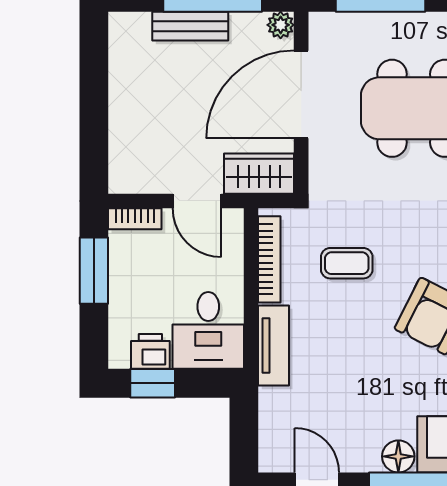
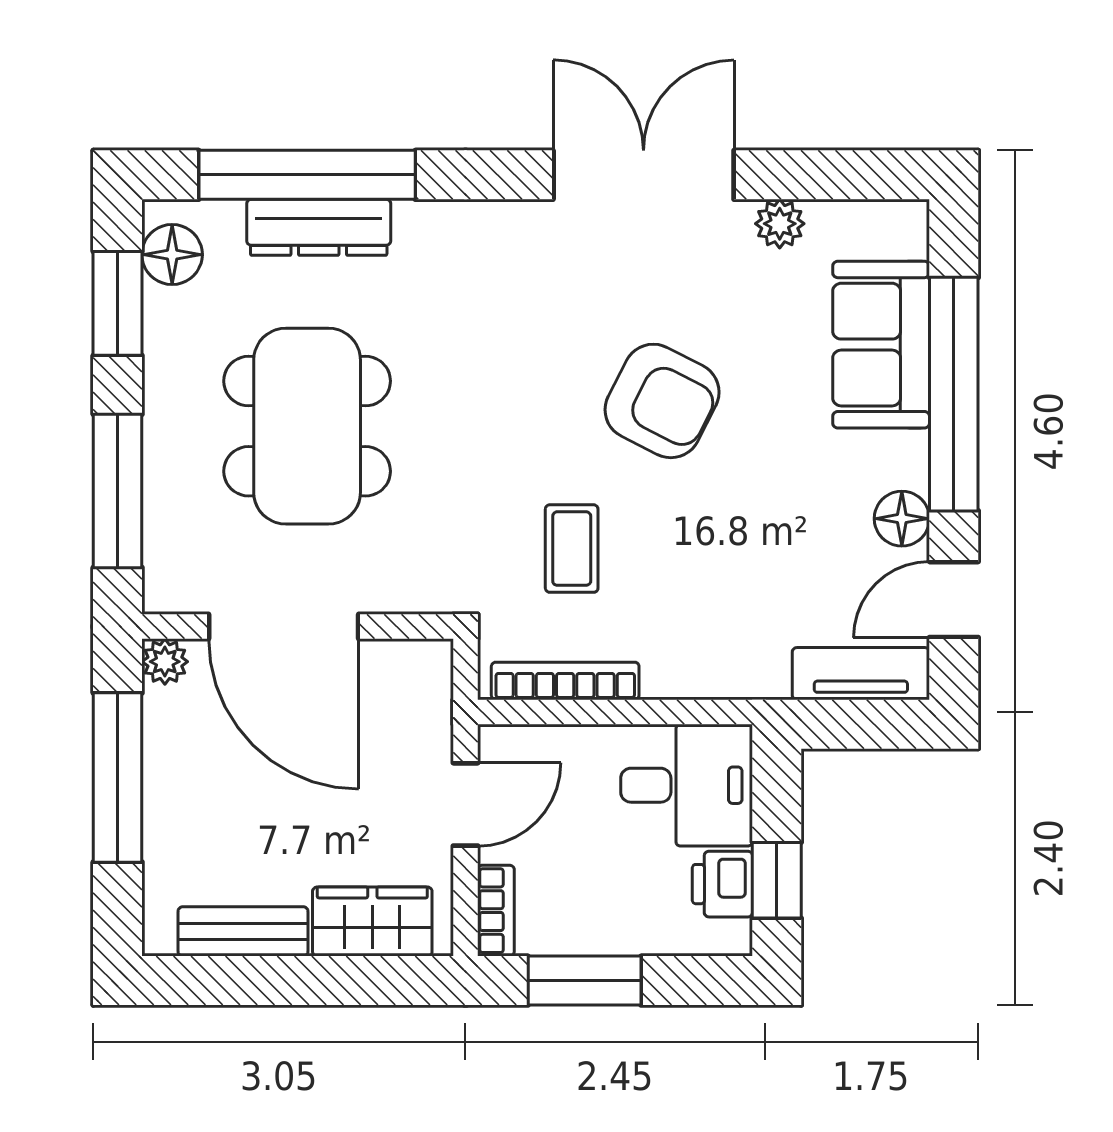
bench: (190, 26) -> (243, 931), moved, turned 90
wardrobe: (259, 174) -> (372, 922), moved, turned 90
tv unit: (274, 345) -> (861, 674), moved
floor lamp: (398, 456) -> (902, 519), moved

